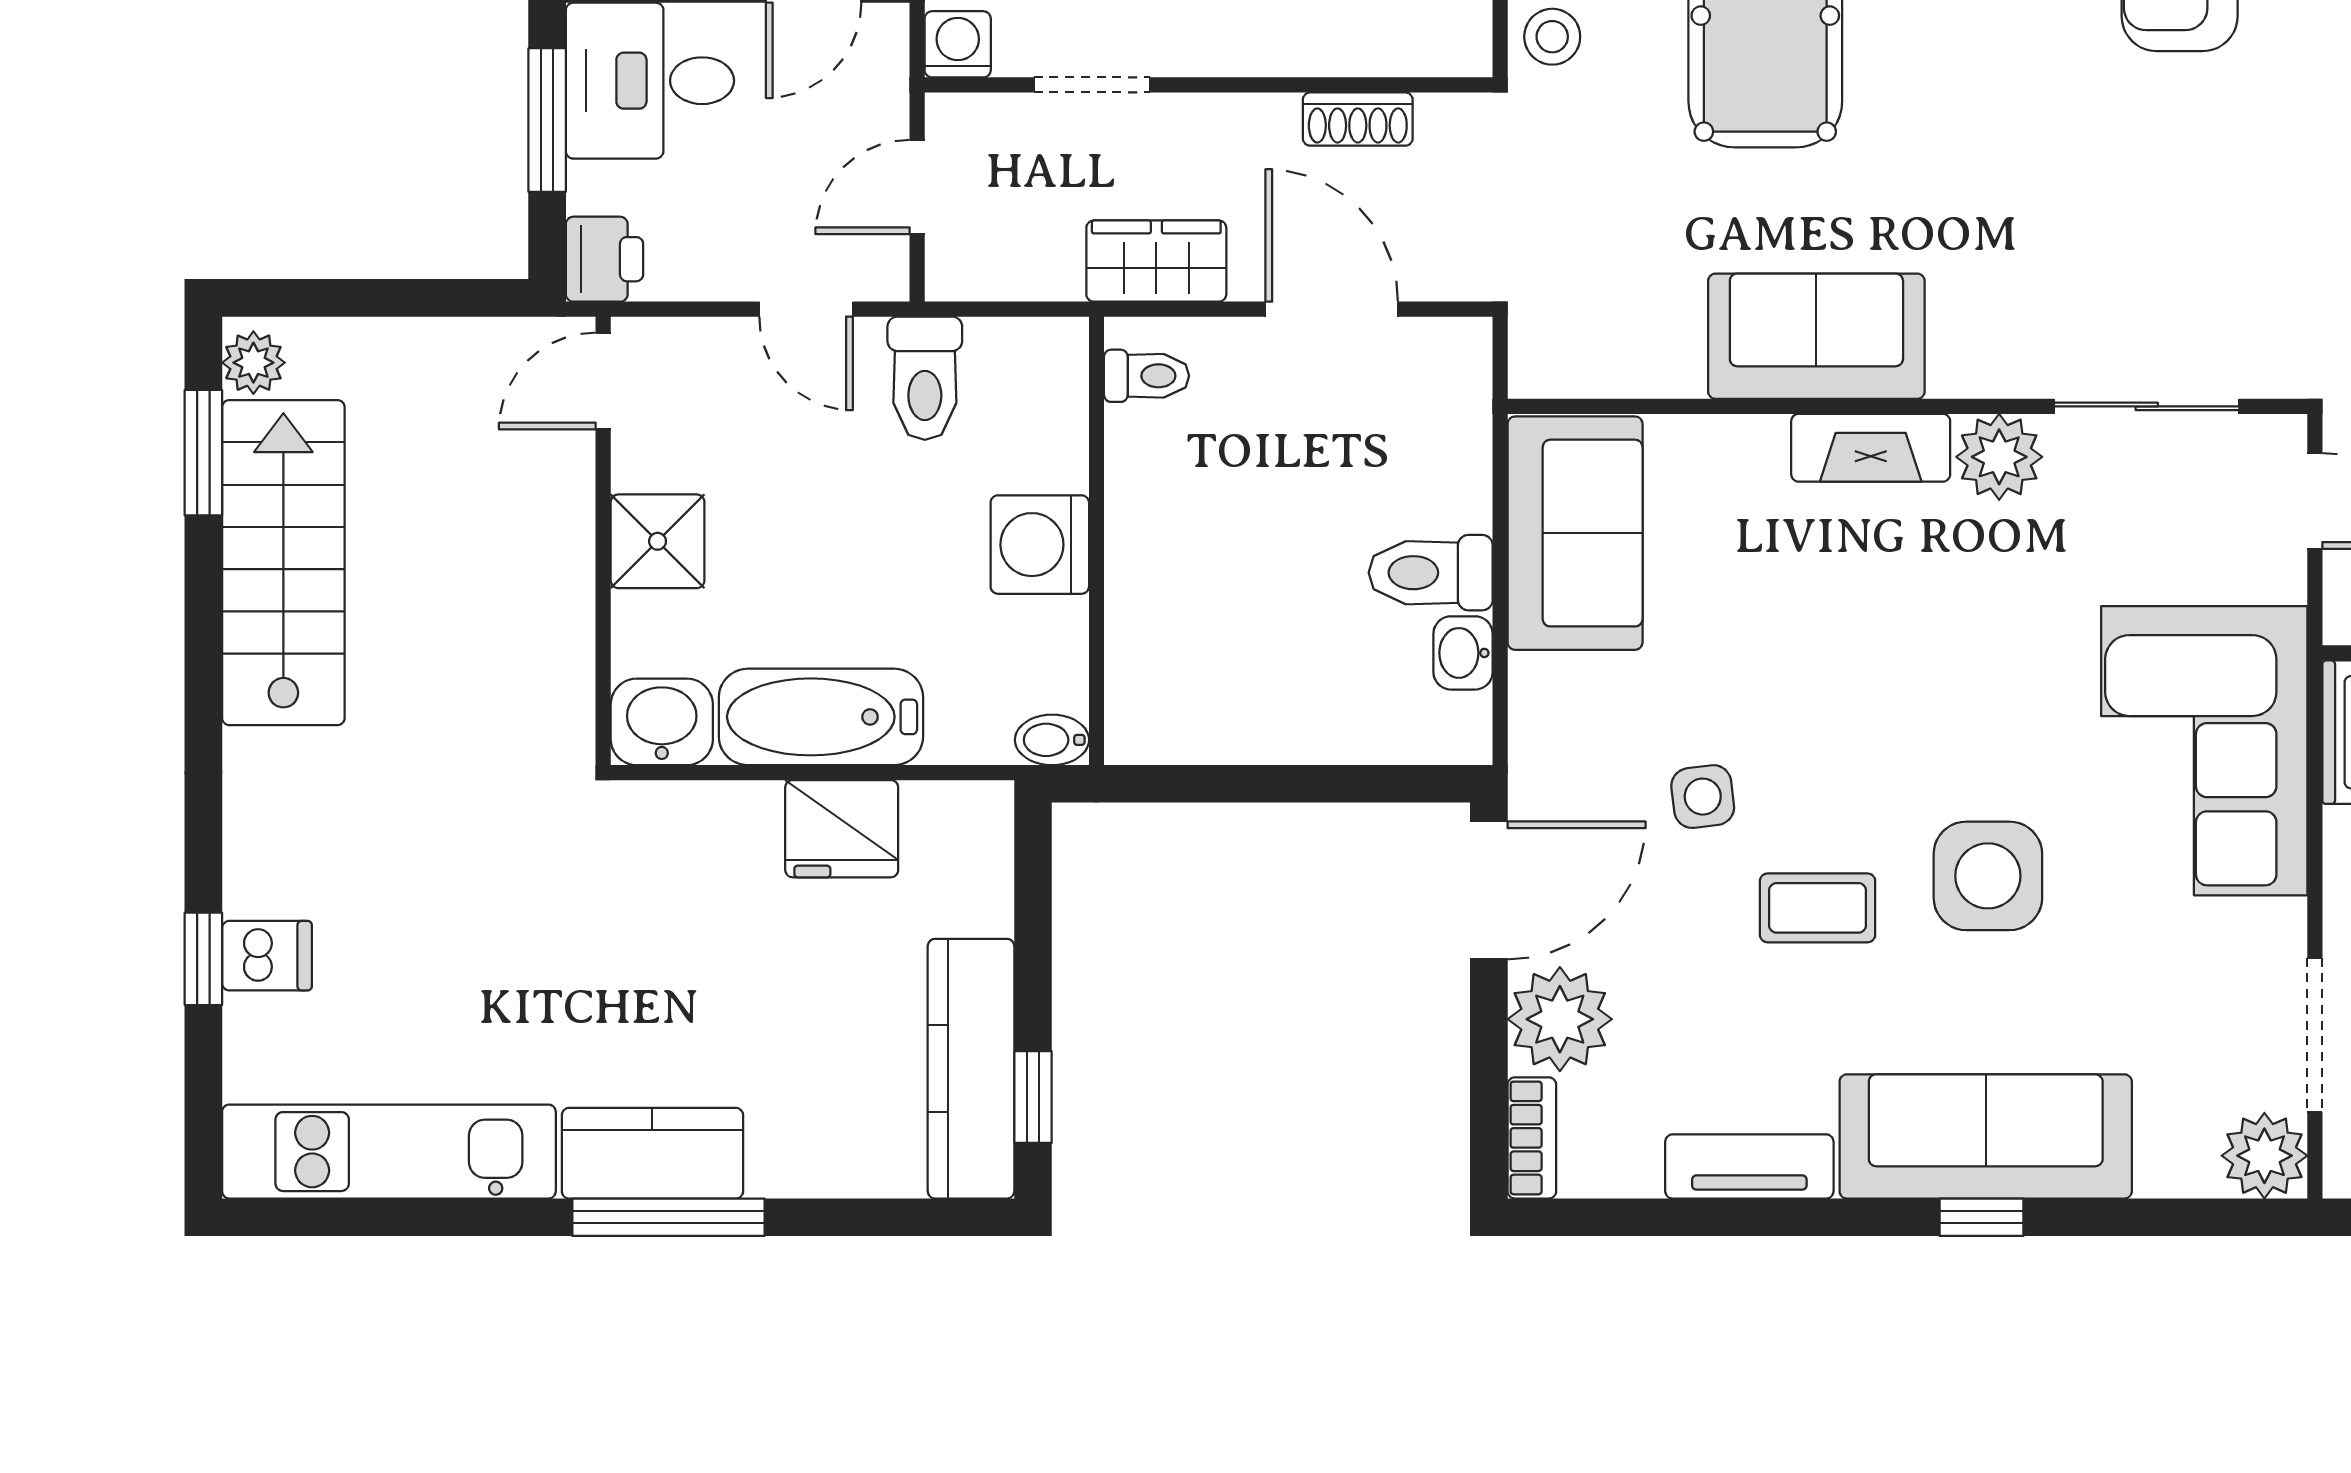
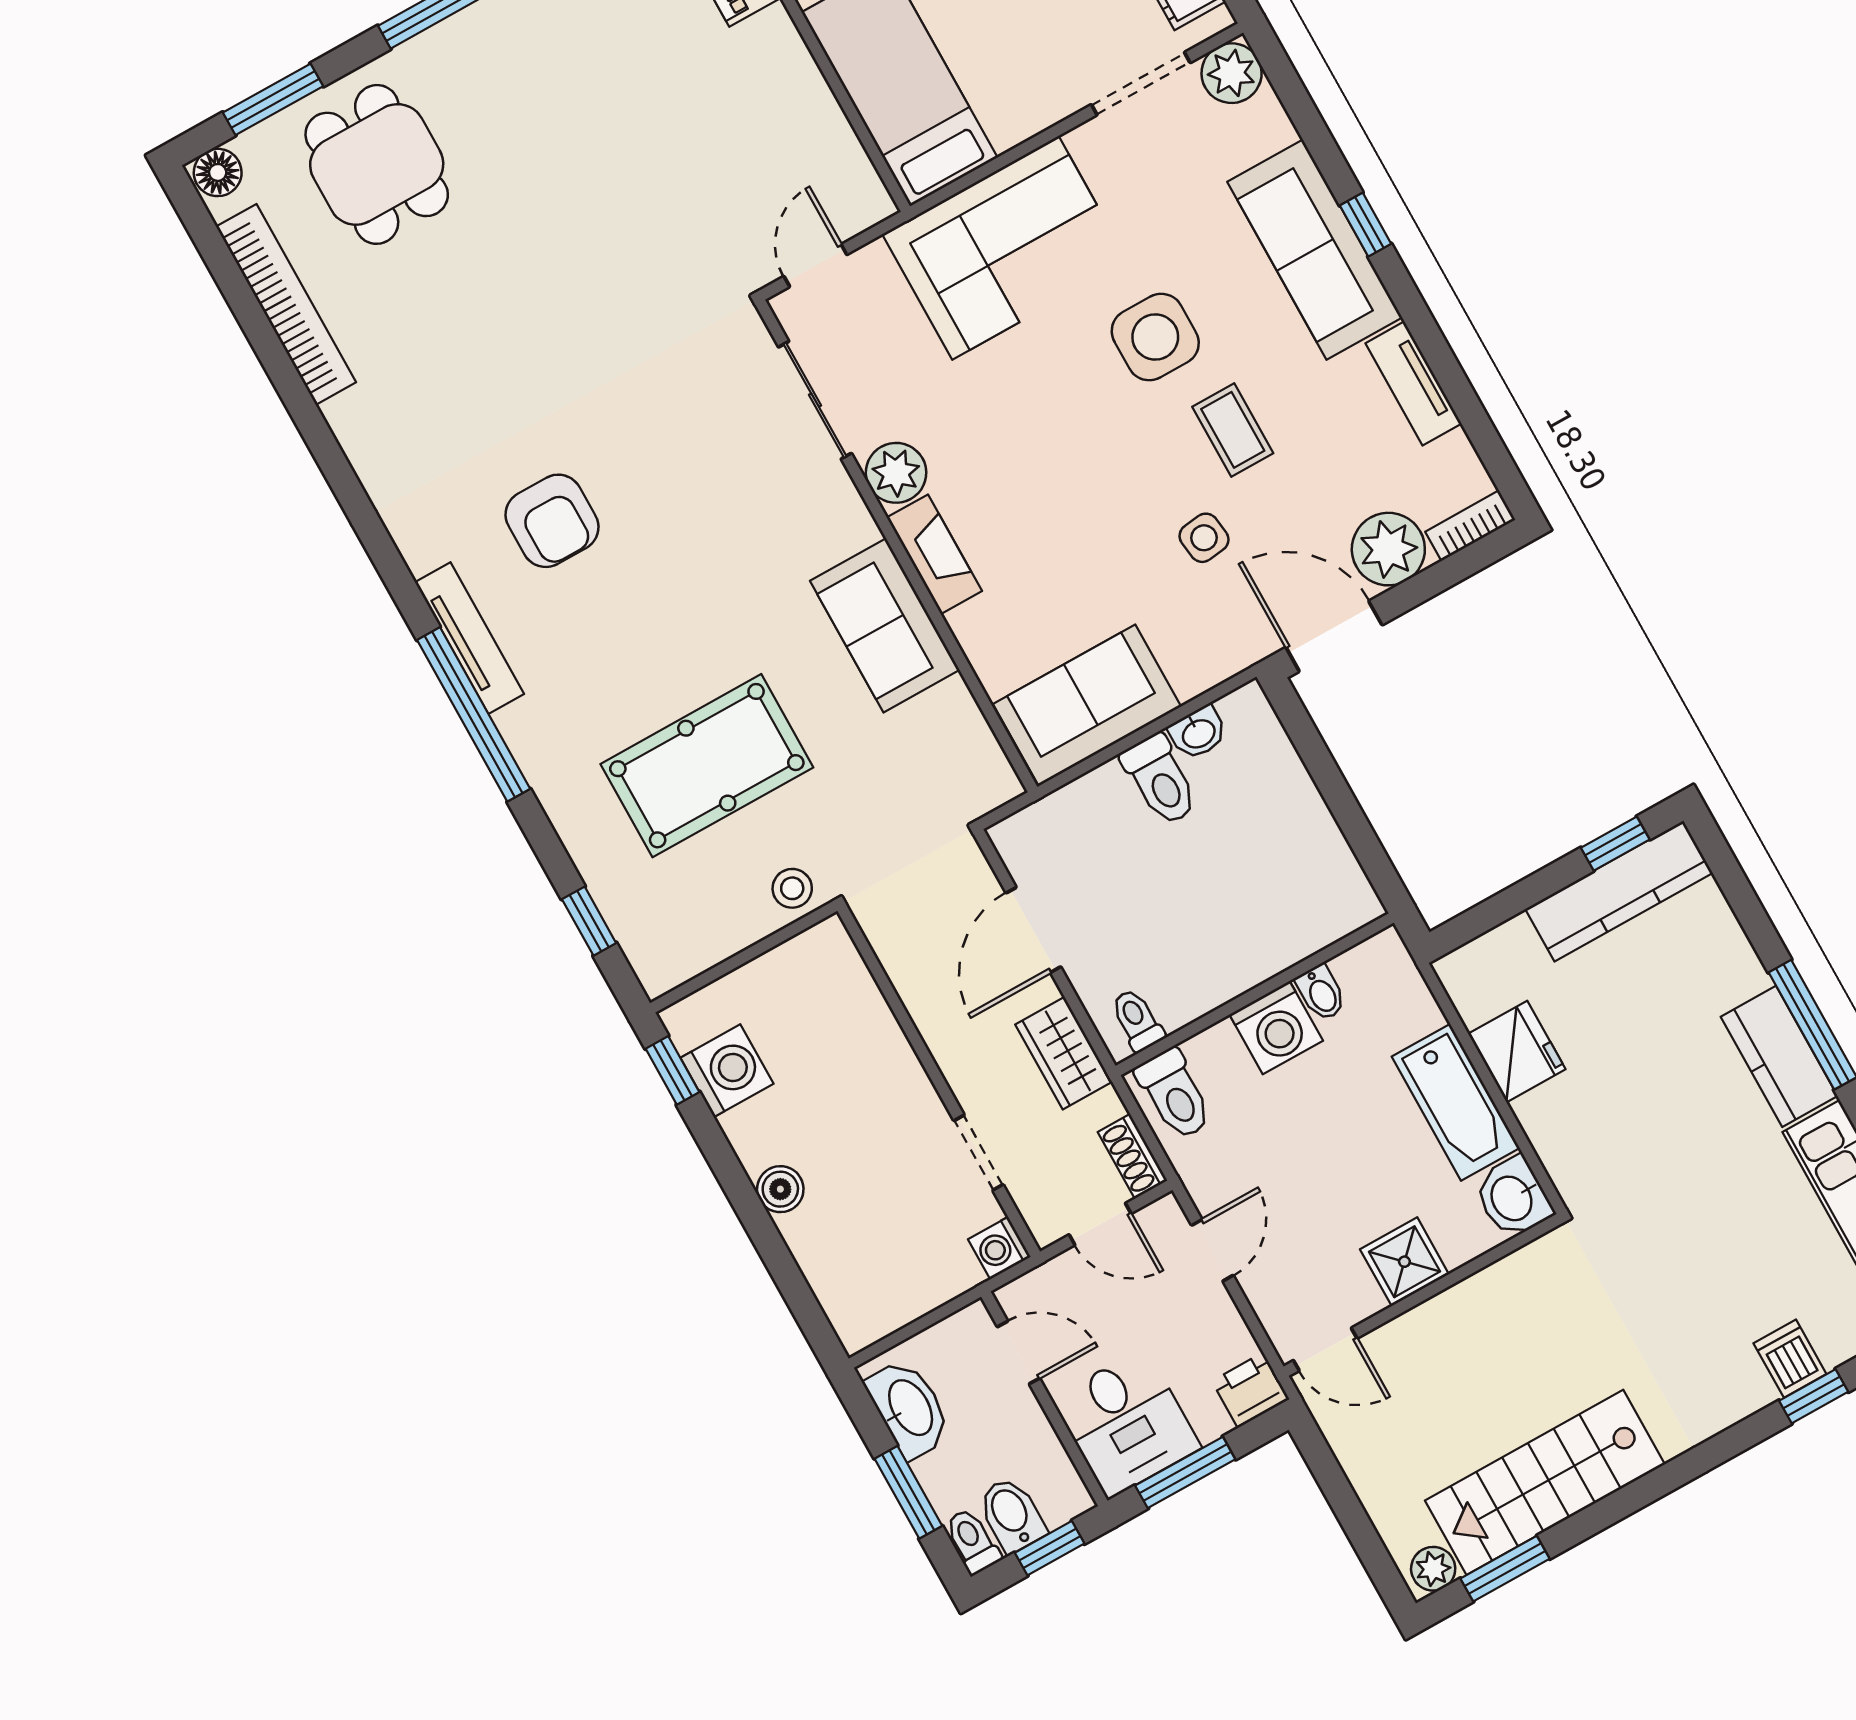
shoe rack: (1358, 119) -> (1132, 1156), moved, turned 180
toilet: (925, 378) -> (1175, 1094), moved, turned 90
bidet: (1052, 740) -> (1321, 993), moved

